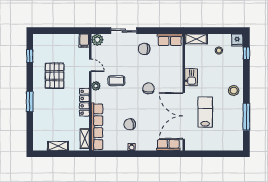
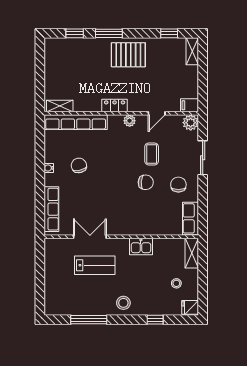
window: (246, 53) -> (155, 320), moved
pallet: (55, 76) -> (128, 55), moved
coffee table: (116, 81) -> (152, 154), moved
chair: (148, 88) -> (146, 182), moved
locker: (84, 102) -> (115, 106), width x0.66
double door: (184, 116) -> (90, 237), width x0.54
window: (30, 127) -> (75, 33), added
row of seats: (168, 145) -> (51, 209), width x1.48
shelving: (58, 146) -> (192, 51), moved

